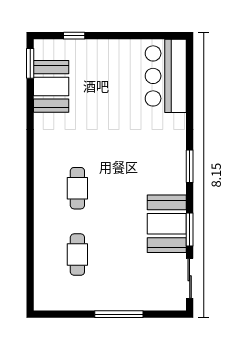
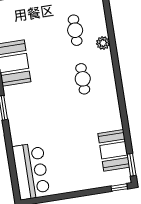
window: (74, 36) -> (119, 187), moved
plant: (43, 232) -> (103, 43), added

